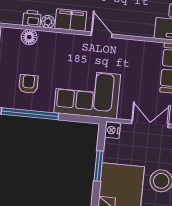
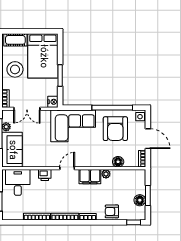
printer: (32, 18) -> (45, 175), moved
door: (102, 35) -> (67, 168), swing flipped
armchair: (28, 84) -> (115, 129), width x1.88, depth x1.88

